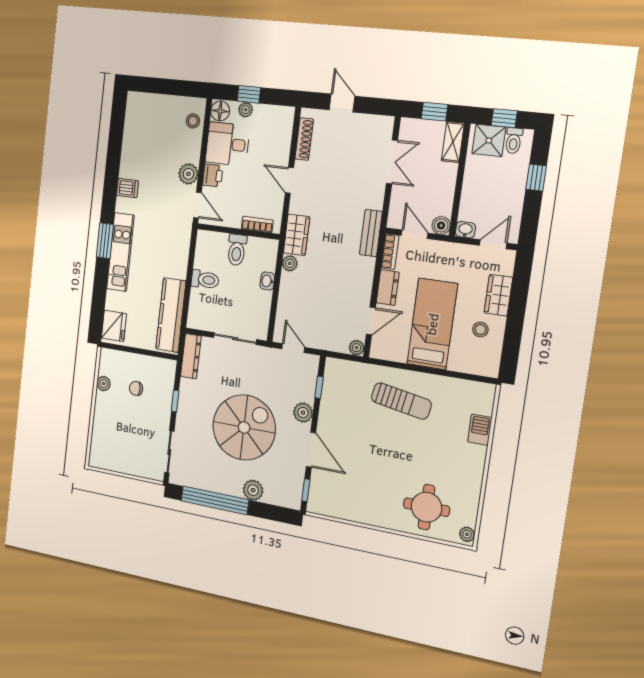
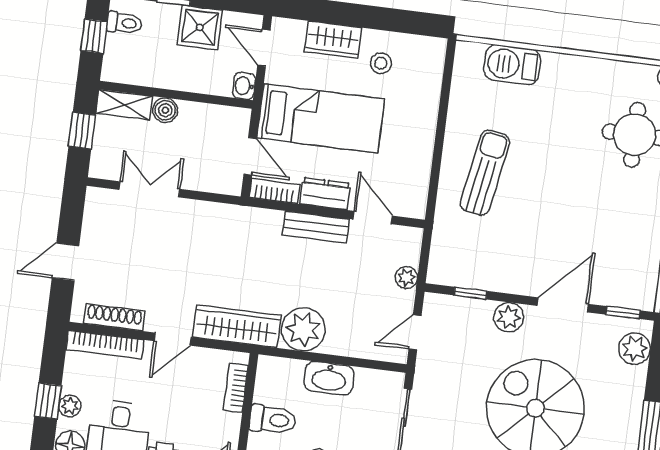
bookcase: (286, 133) -> (105, 345), added
shower: (489, 140) -> (200, 27), moved
boiler: (441, 225) -> (165, 110), moved
bench: (371, 233) -> (316, 227), moved
door: (415, 234) -> (250, 156), swing flipped
wardrobe: (296, 235) -> (237, 326), width x1.50
plant: (290, 263) -> (303, 329), width x1.87, depth x1.87
washbasin: (267, 281) -> (329, 378), width x1.91, depth x1.45
bed: (432, 324) -> (321, 118), moved, turned 180
plant: (357, 348) -> (406, 278), moved
barbecue: (480, 430) -> (512, 65), width x1.38, depth x1.27
plant: (253, 490) -> (634, 349), moved

